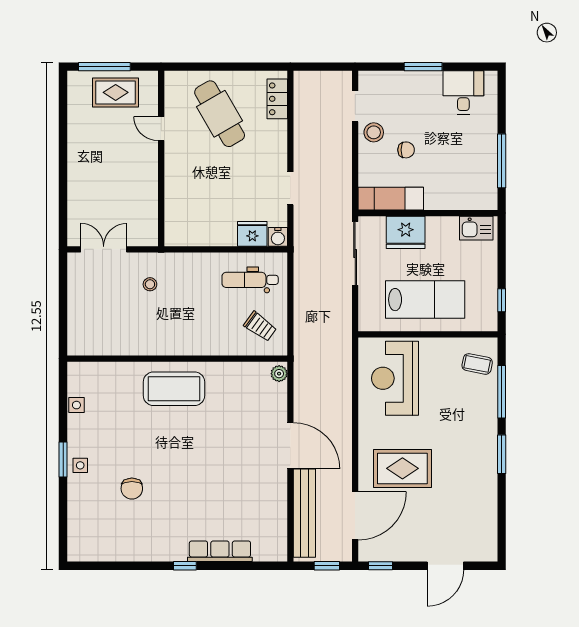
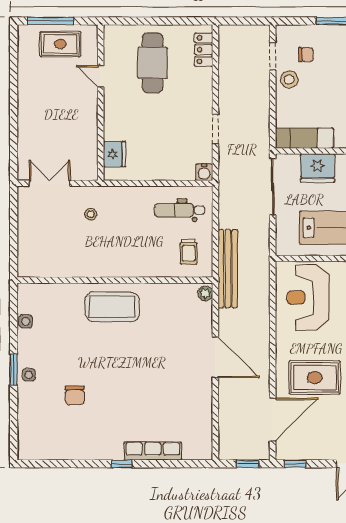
cafe table: (220, 114) -> (152, 63), turned 30
chair: (406, 150) -> (306, 55), moved
fridge: (252, 234) -> (114, 154), moved, turned 90
trolley: (260, 326) -> (189, 252), turned 54
bench: (304, 513) -> (228, 269), moved

